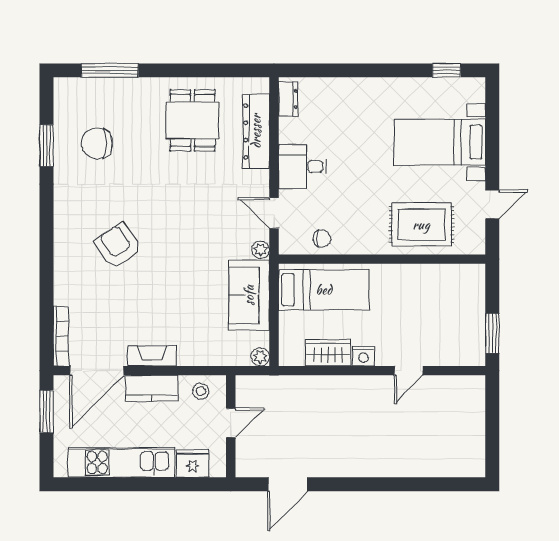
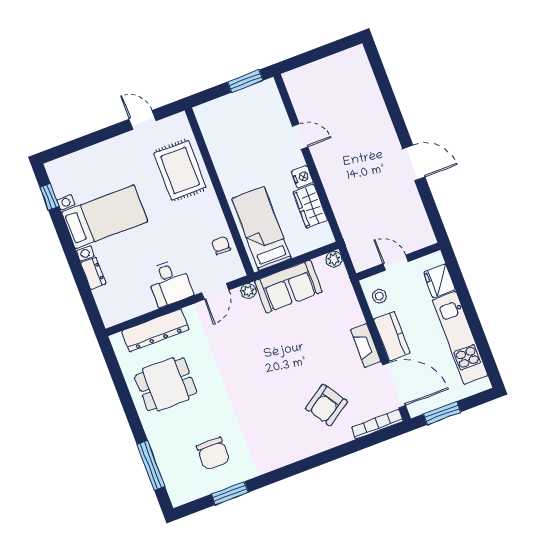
dresser: (288, 99) -> (93, 273), moved, turned 90
bed with nightstands: (440, 142) -> (105, 217), moved, turned -90
armchair: (118, 246) -> (326, 405), moved
door: (288, 484) -> (414, 163), moved

